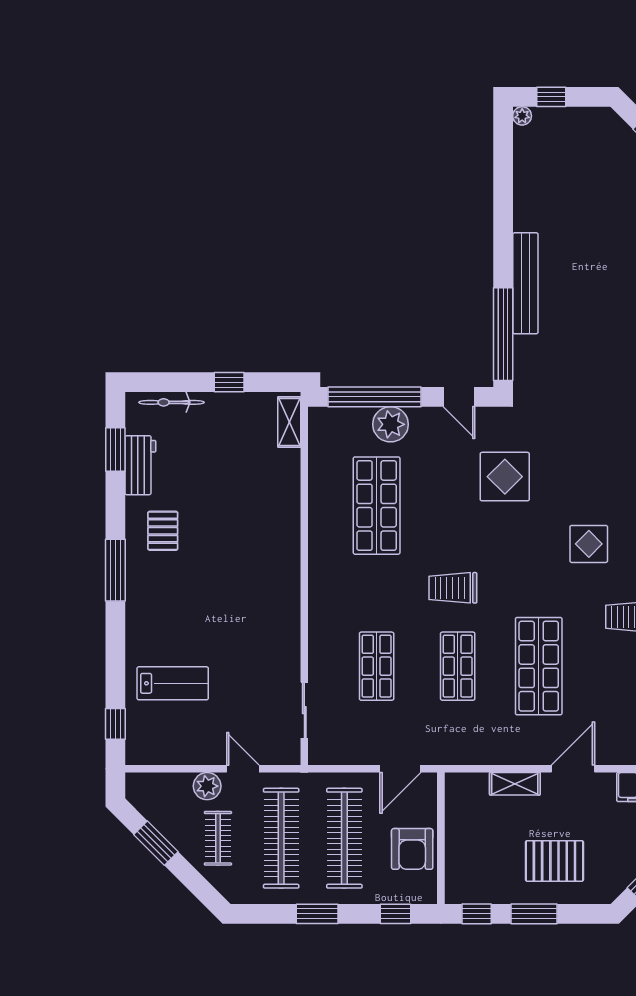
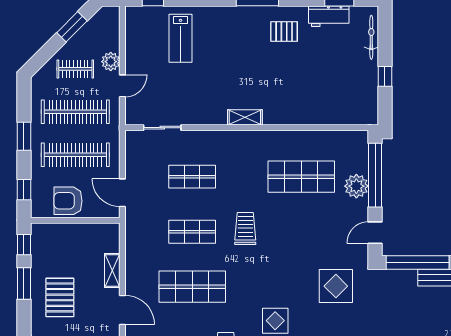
shelving: (289, 422) -> (245, 117), moved
display table: (505, 477) -> (336, 286), moved

